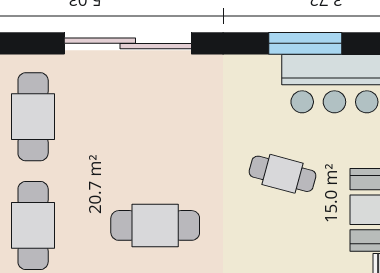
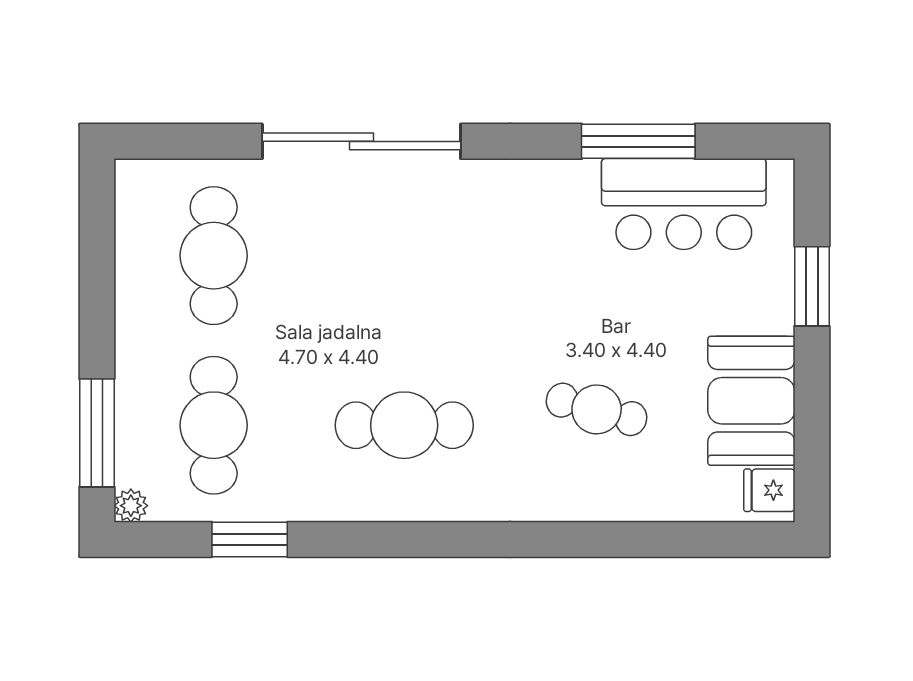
cafe table: (283, 174) -> (597, 409), moved

